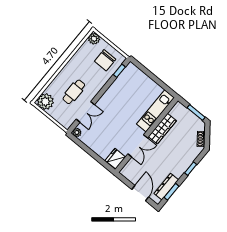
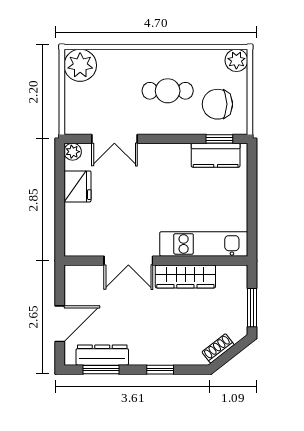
kitchen counter: (125, 77) -> (216, 155), added
cafe table: (74, 92) -> (168, 91), moved
fridge: (115, 159) -> (77, 186), moved, turned 90

